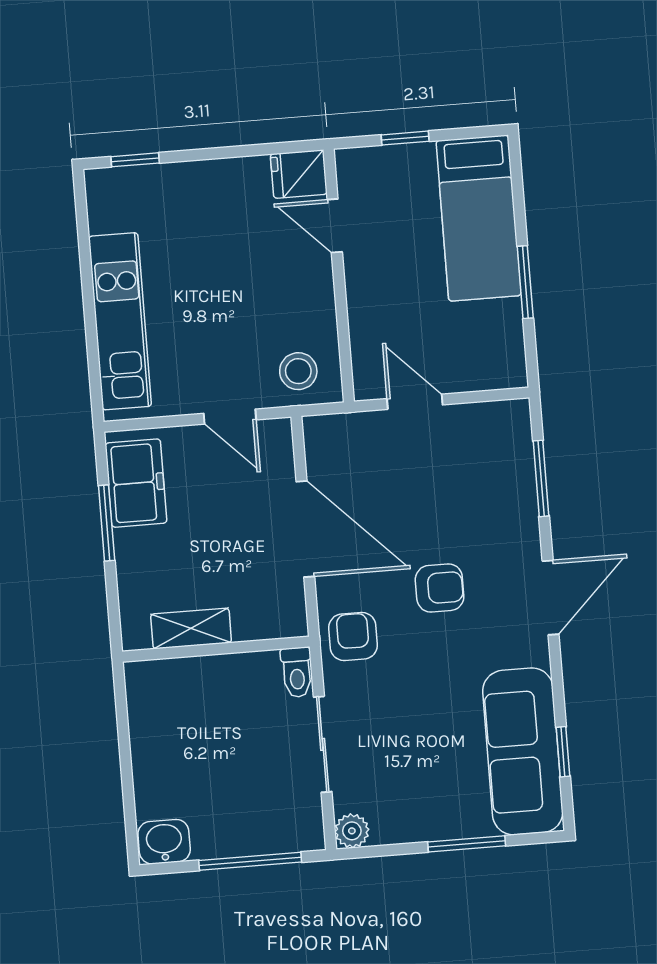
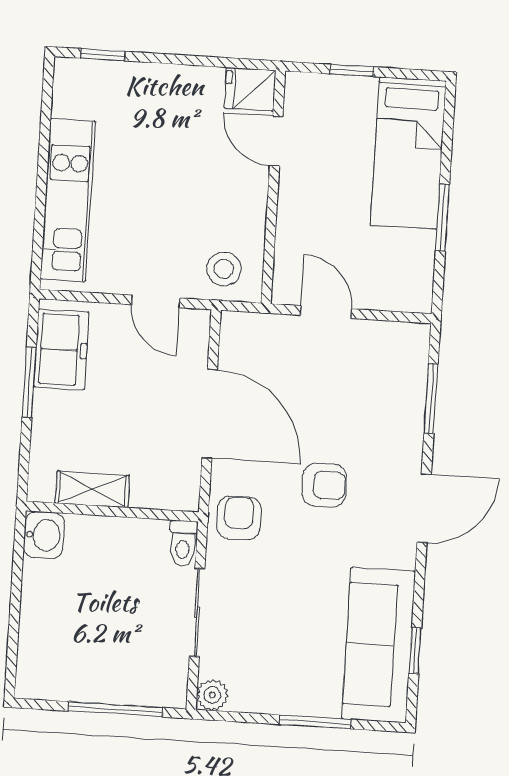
washbasin: (164, 842) -> (44, 535), moved, turned 90

